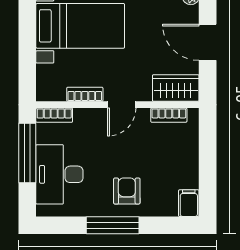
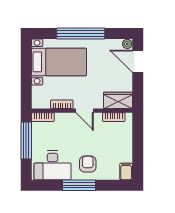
door: (208, 42) -> (138, 61), moved
door: (122, 105) -> (85, 111), hinge flipped
desk: (59, 174) -> (53, 165), moved, turned -90

